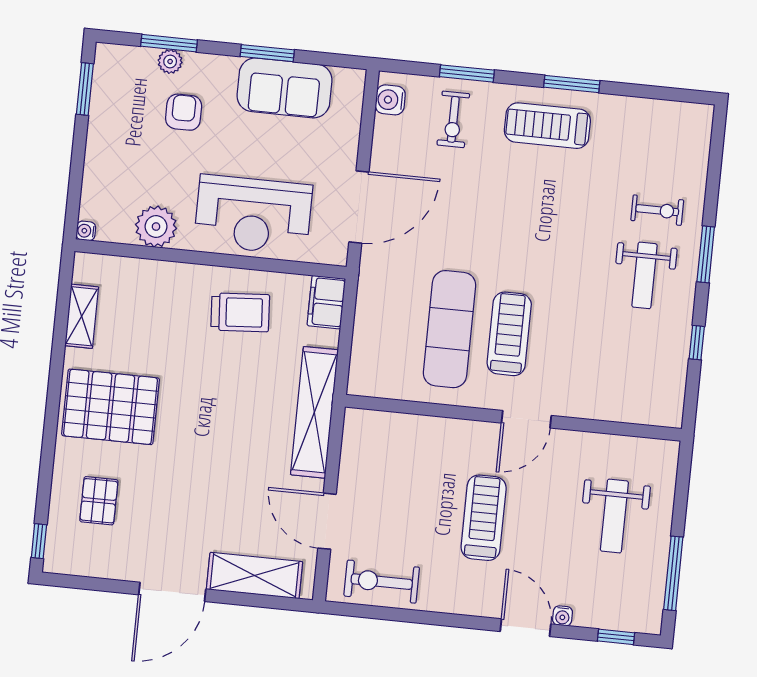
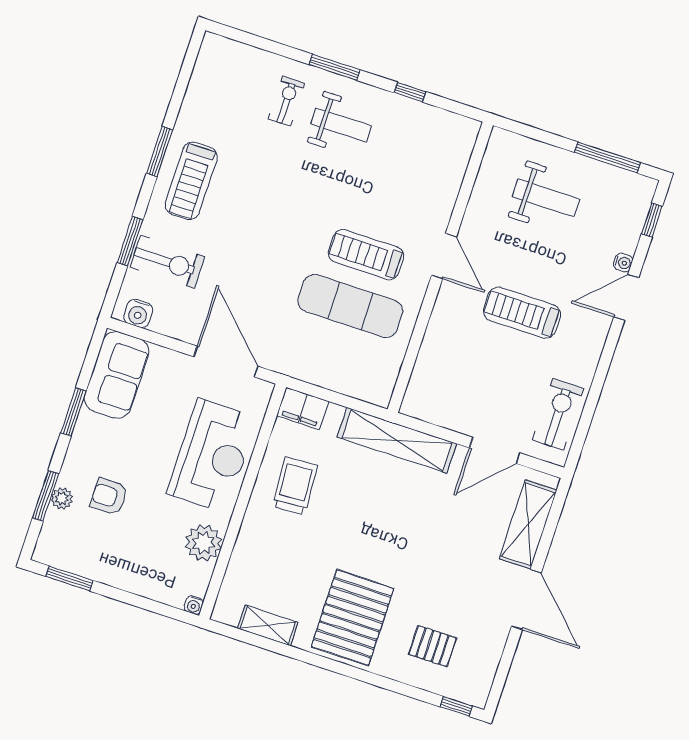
sofa: (284, 88) -> (117, 375), moved
exercise bike: (453, 119) -> (167, 262), width x1.38, depth x1.39
exercise bike: (382, 582) -> (558, 414), turned 180

